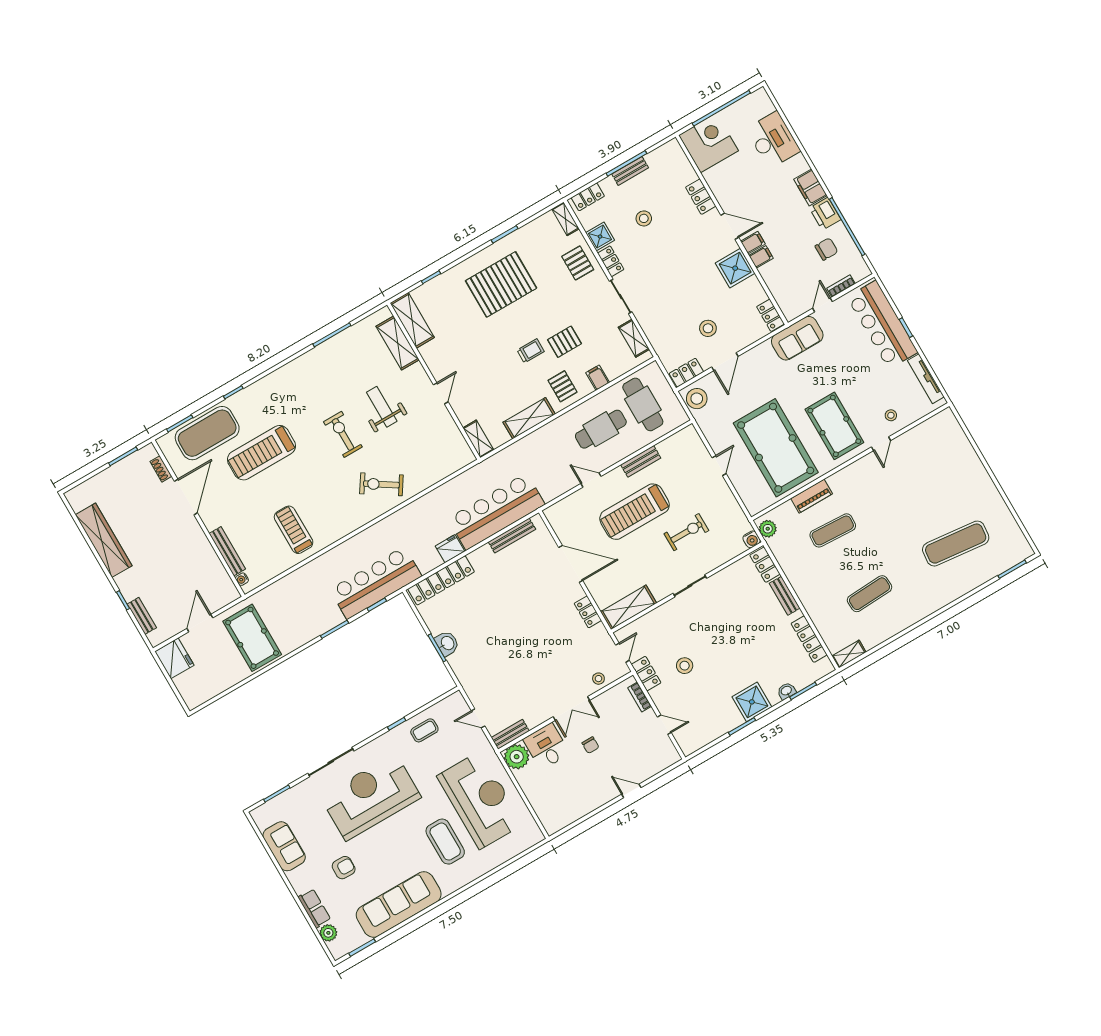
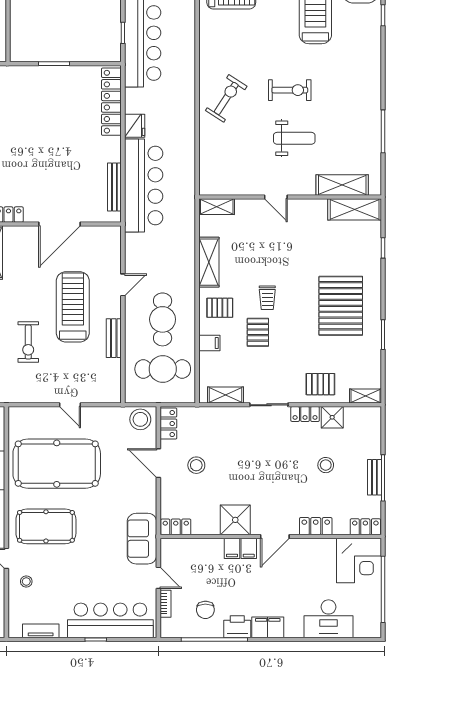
locker: (588, 197) -> (365, 527), moved, turned 90
tv unit: (926, 379) -> (41, 631), width x0.71
washbasin: (447, 643) -> (53, 75), removed

